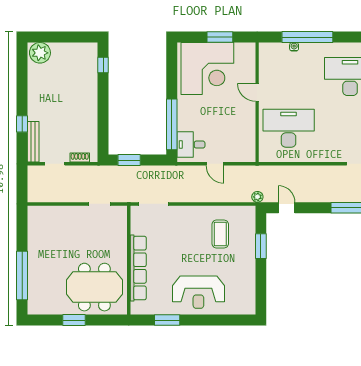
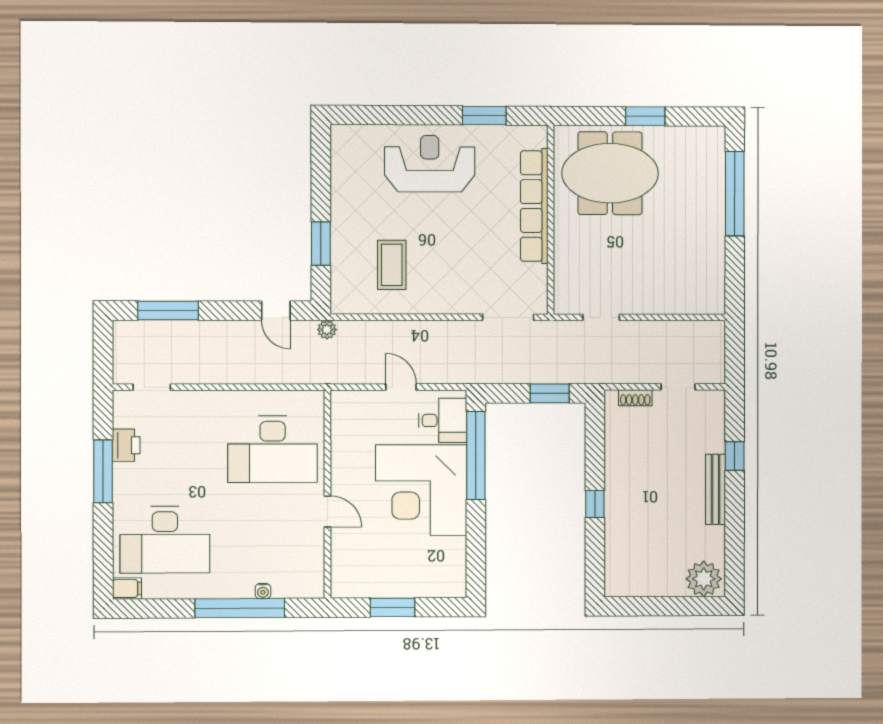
window: (103, 65) -> (595, 504), moved
corner desk: (207, 69) -> (421, 490), moved, turned -90
bench: (33, 142) -> (716, 489), moved

